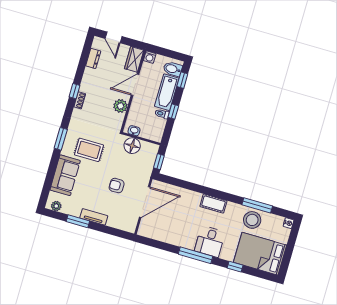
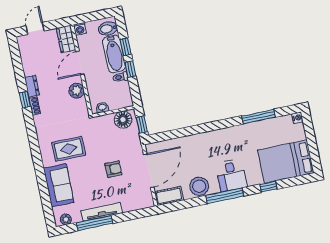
door: (114, 37) -> (35, 28), swing flipped
dresser: (93, 58) -> (32, 86), moved
window: (182, 80) -> (126, 47), moved
window: (61, 139) -> (36, 153), removed
floor lamp: (132, 146) -> (123, 120), moved
armchair: (117, 186) -> (113, 169), turned 180
cot: (213, 204) -> (169, 196), moved
tv unit: (94, 217) -> (102, 212), width x1.41
stool: (252, 220) -> (199, 186), moved
window: (78, 221) -> (94, 223), width x1.44

